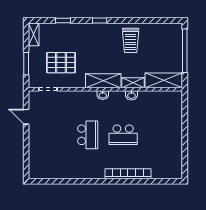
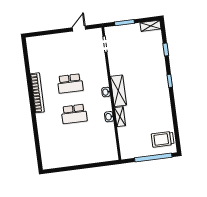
trolley: (131, 40) -> (163, 139), moved
pallet: (61, 63) -> (129, 52), removed
shelving: (164, 80) -> (125, 143), removed
school desk: (123, 135) -> (74, 114), turned -90
bookcase: (128, 174) -> (37, 93), moved

